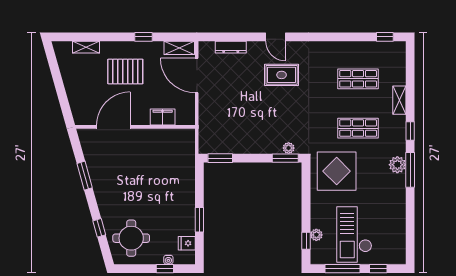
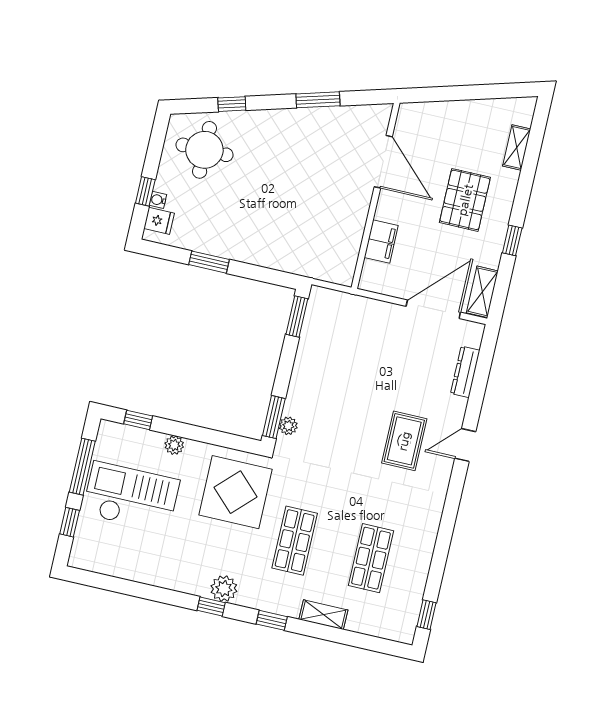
window: (410, 170) -> (211, 606), width x0.46
plant: (316, 235) -> (174, 445), moved
fridge: (187, 243) -> (159, 221), moved, turned 90

